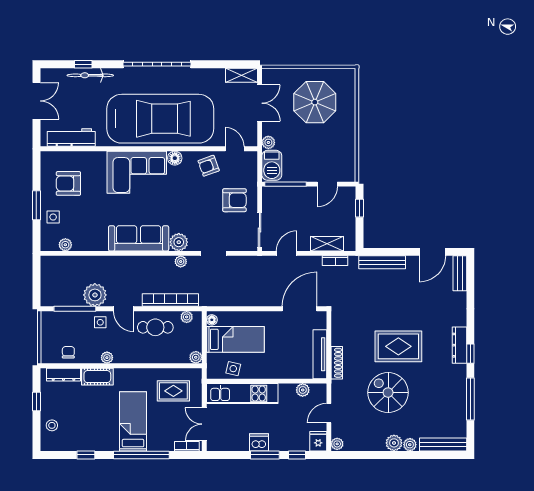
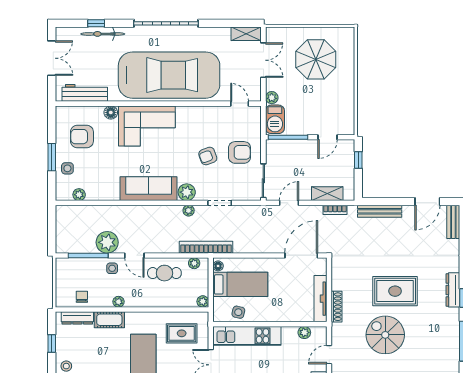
floor lamp: (175, 158) -> (111, 113), moved
armchair: (209, 166) -> (208, 156), moved
bookcase: (170, 300) -> (206, 247), moved

